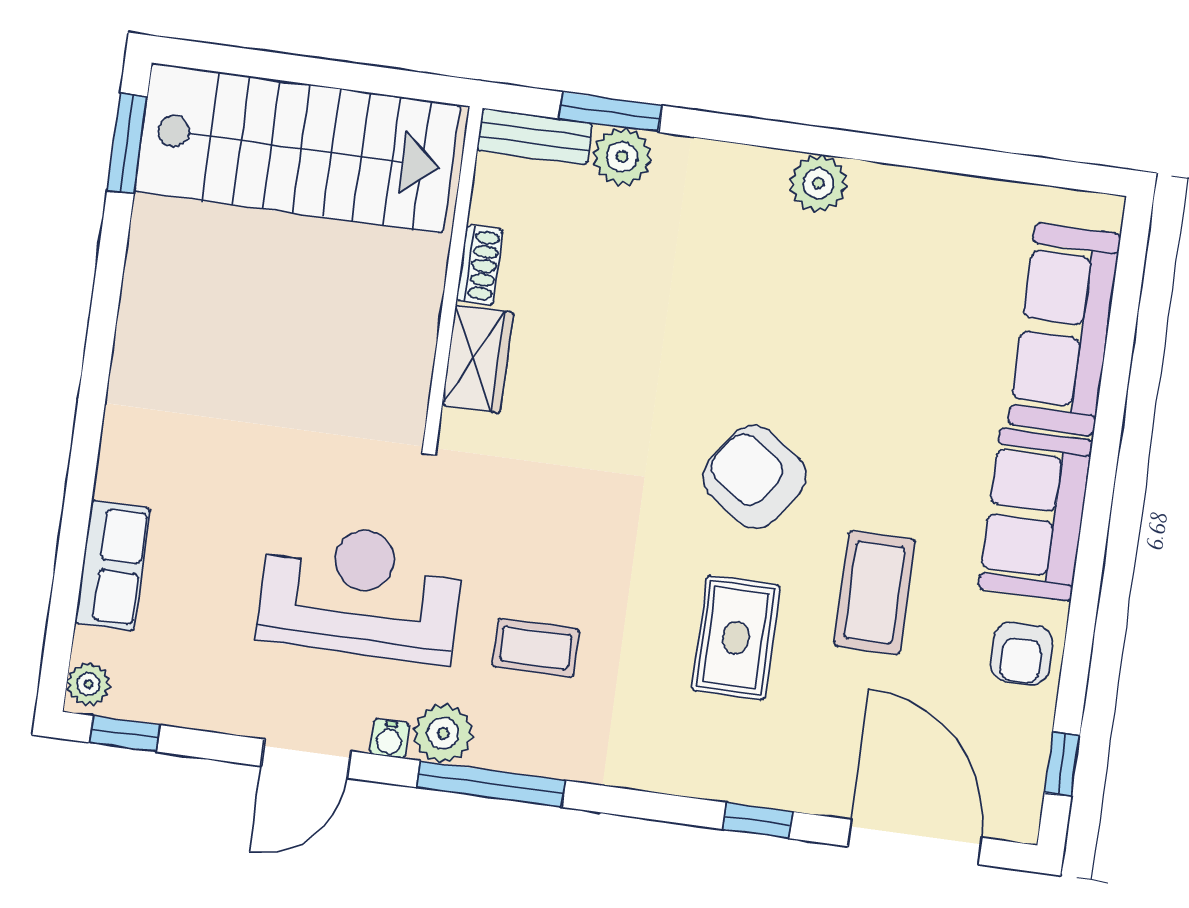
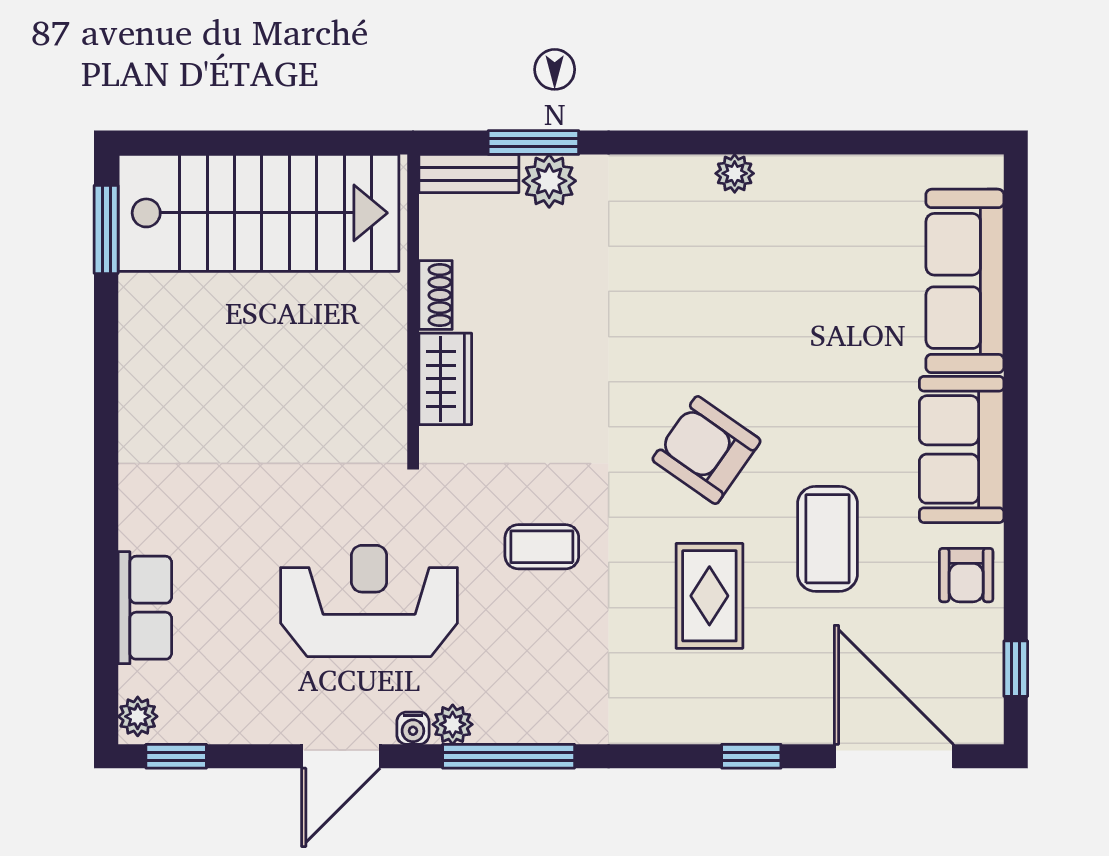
plant: (818, 183) -> (735, 173), width x0.73, depth x0.73
coffee table: (536, 648) -> (542, 547), moved
plant: (443, 733) -> (453, 724), width x0.73, depth x0.73

